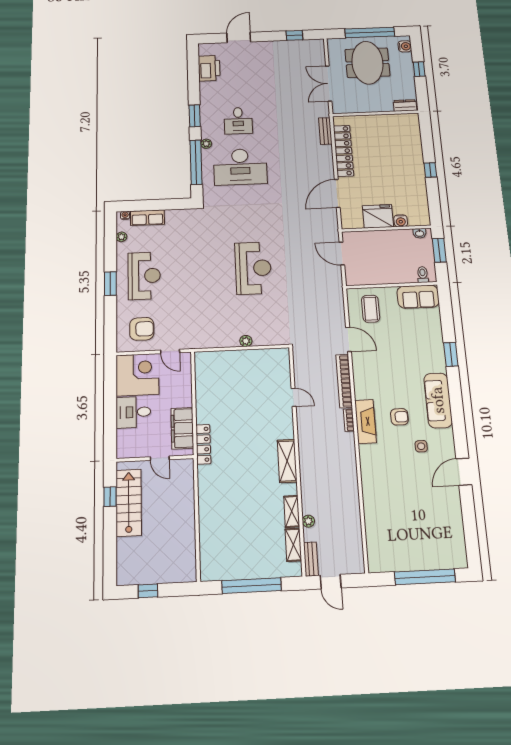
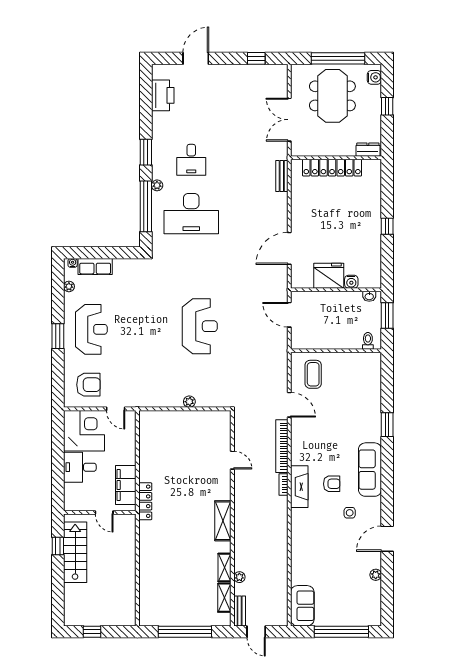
locker: (343, 151) -> (332, 168), moved, turned 90
sofa: (418, 297) -> (302, 606), moved, turned -90
plant: (456, 511) -> (376, 575), added

